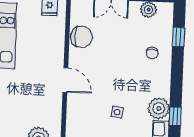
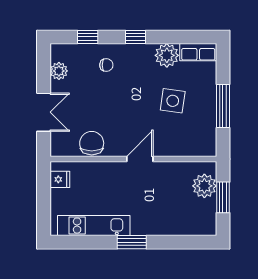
side table: (117, 112) -> (173, 101), width x1.87, depth x1.87
window: (175, 116) -> (135, 37), moved

